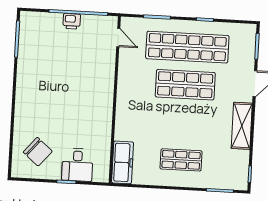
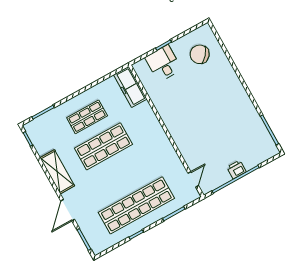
door: (118, 38) -> (193, 179), swing flipped
shop shelf: (185, 85) -> (104, 146), moved

